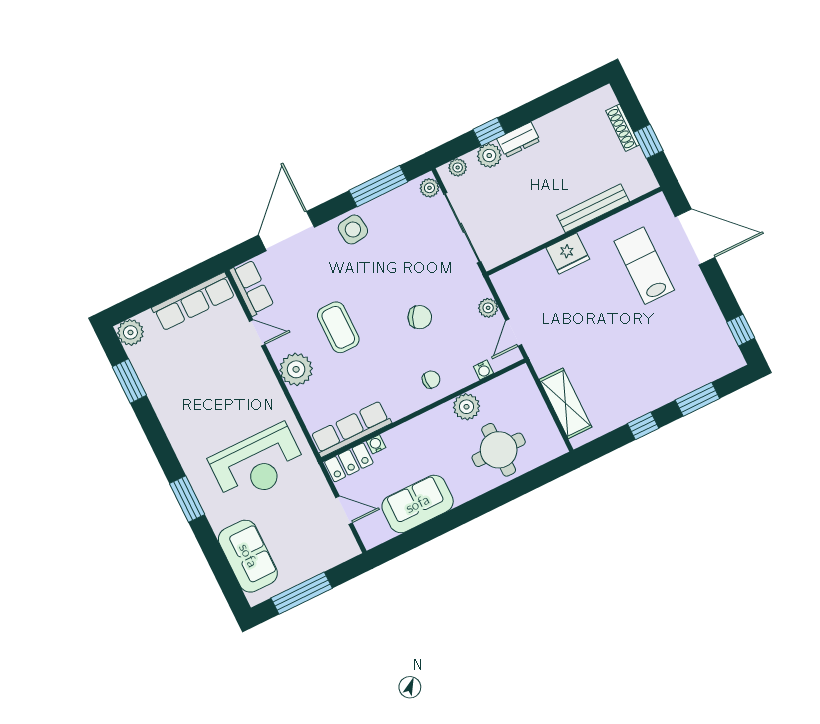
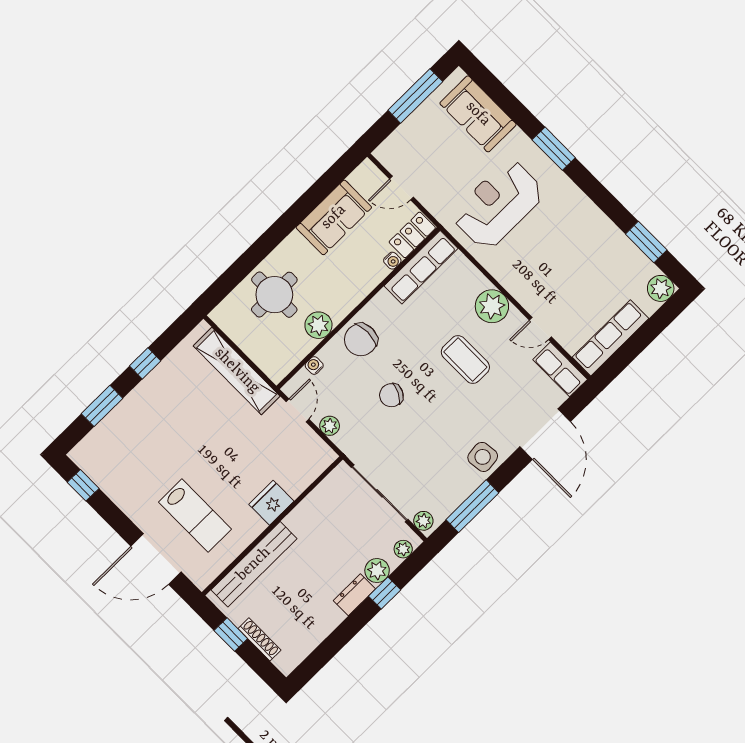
bench: (593, 208) -> (254, 564), width x1.37, depth x1.21
chair: (431, 380) -> (361, 340), width x1.87, depth x1.87
shelving: (566, 403) -> (237, 371), width x1.47

